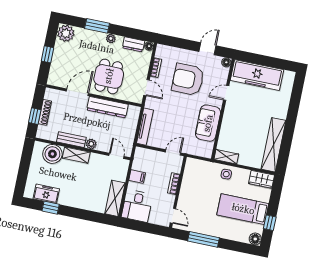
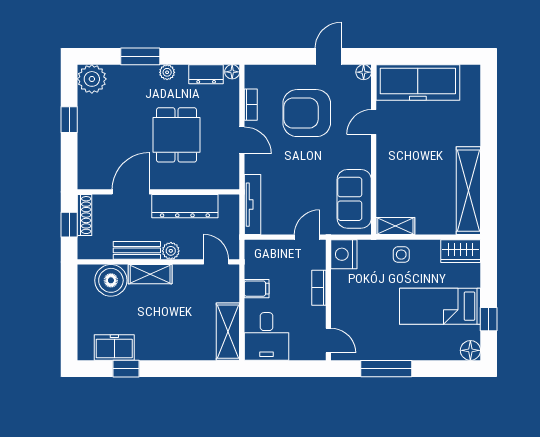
door: (77, 92) -> (131, 192), moved
wall: (94, 96) -> (158, 192), moved
dresser: (107, 107) -> (185, 206), moved
sofa: (208, 123) -> (354, 199), moved
nightstand: (193, 167) -> (344, 254), added

